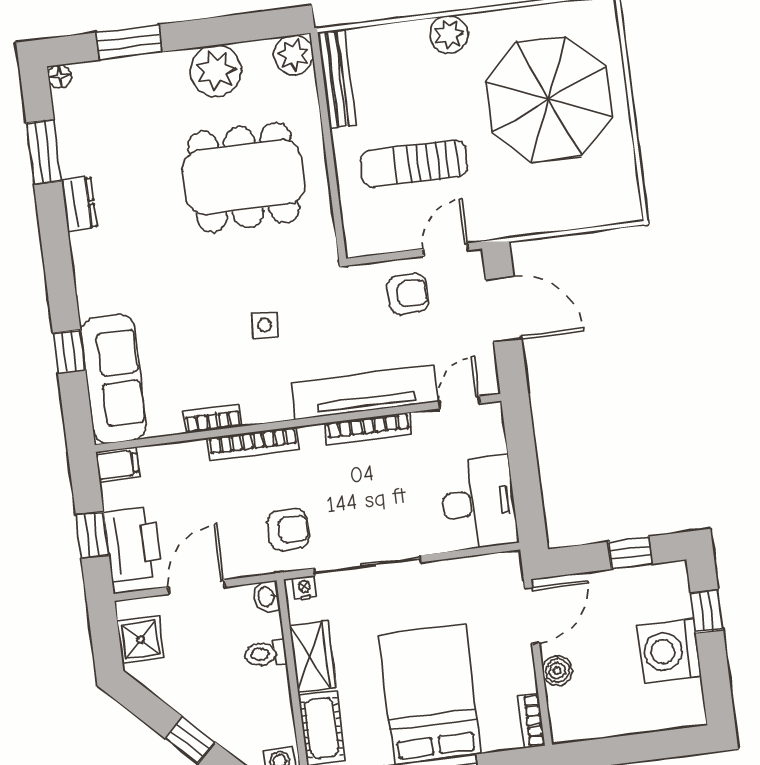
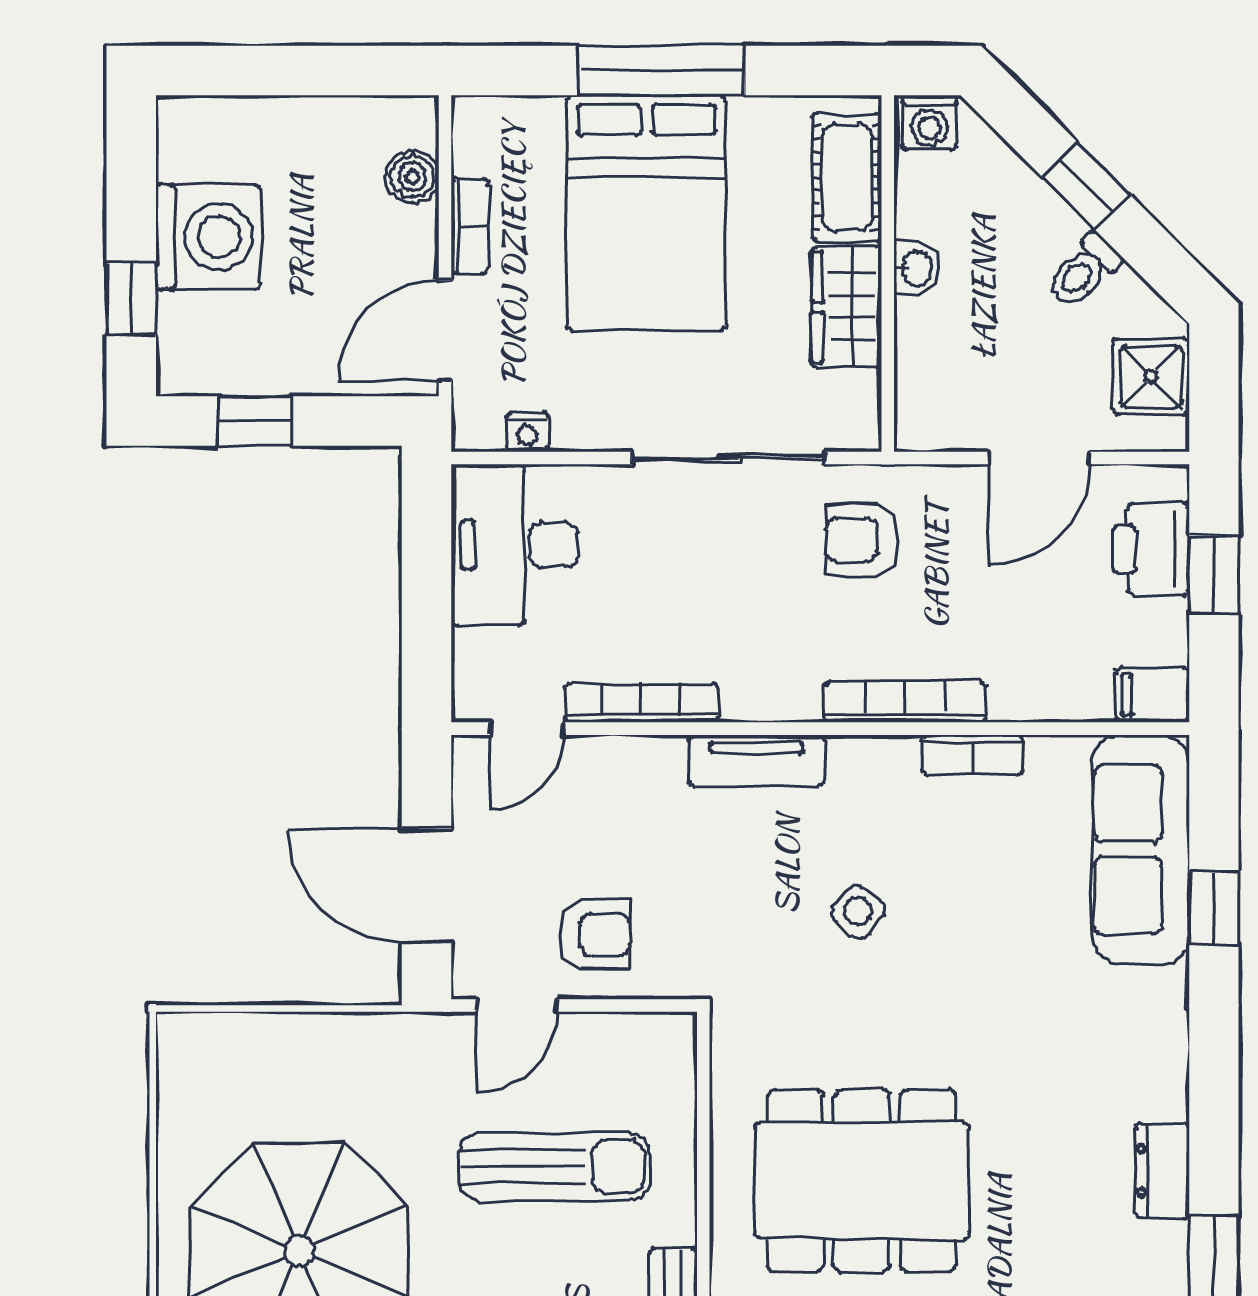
armchair: (408, 294) -> (595, 934), turned 180
side table: (265, 325) -> (858, 911), turned 35
tv unit: (365, 392) -> (756, 761), width x0.52, depth x0.78
bookcase: (368, 428) -> (641, 703), moved
printer: (133, 544) -> (1151, 549), width x0.73, depth x0.84
nightstand: (304, 588) -> (527, 432), moved
washbasin: (266, 597) -> (916, 268), moved
toilet: (265, 654) -> (1084, 271), moved, turned 135
boiler: (557, 671) -> (412, 177), moved
bookcase: (531, 721) -> (470, 226), moved

